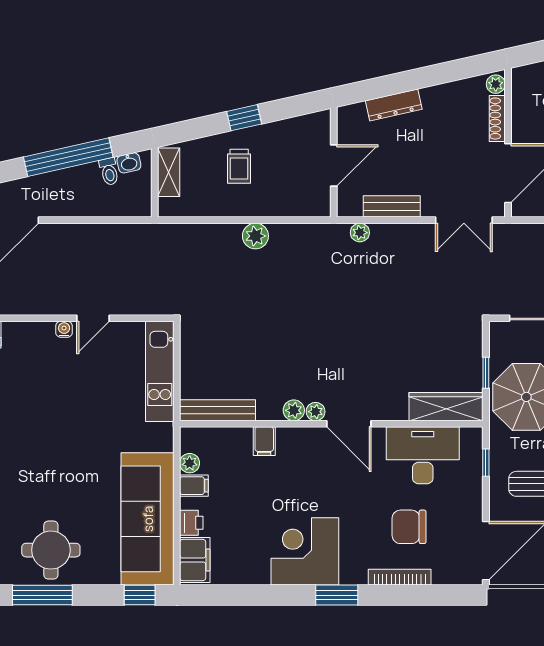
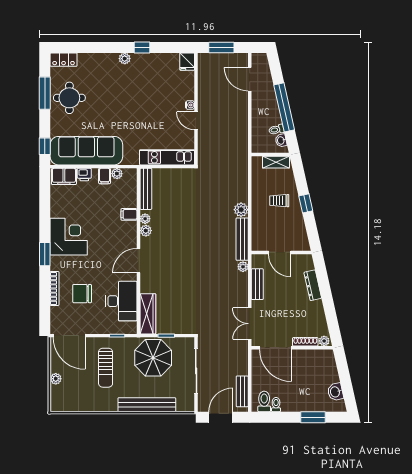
bench: (309, 234) -> (242, 239), added
plant: (316, 412) -> (145, 219), moved
chair: (409, 527) -> (82, 294), turned -90

